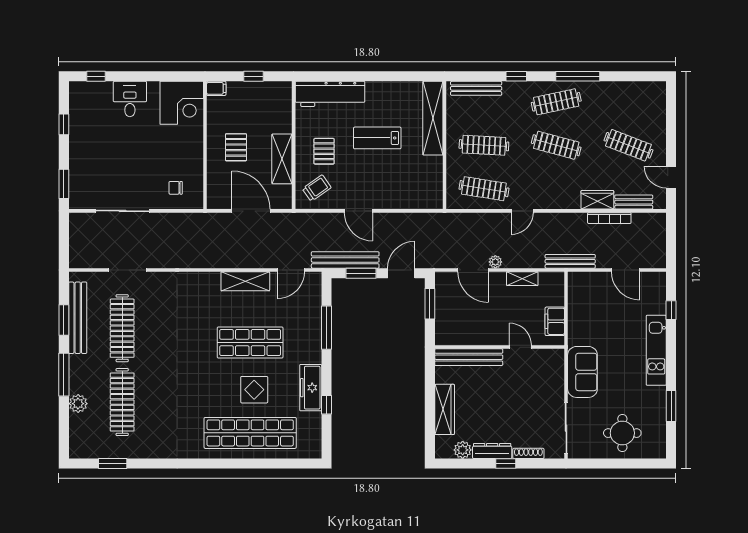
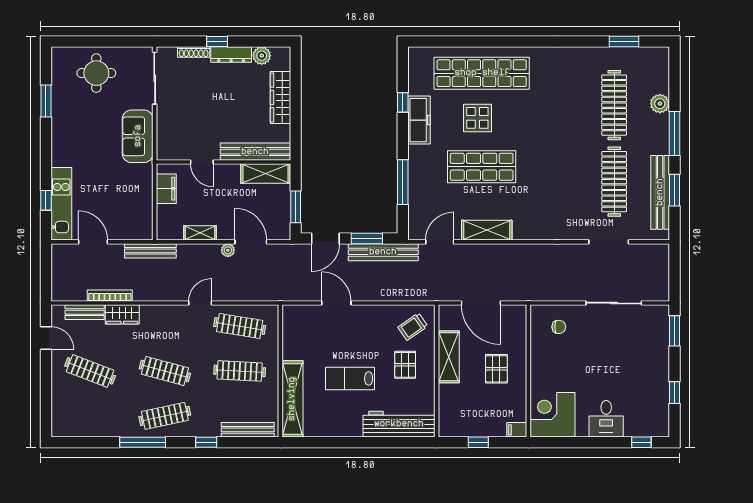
lab bench: (377, 138) -> (350, 378), turned 180
door: (358, 211) -> (336, 303), moved
shelving: (459, 336) -> (266, 174), added
kitchen unit: (656, 350) -> (61, 204), moved

